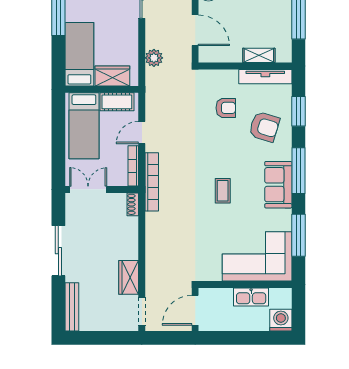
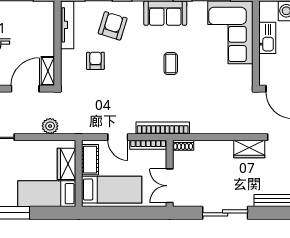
shelving: (259, 55) -> (48, 71), moved
coffee table: (223, 191) -> (171, 64), turned 90

